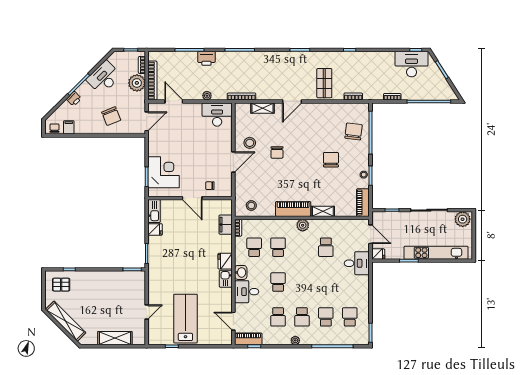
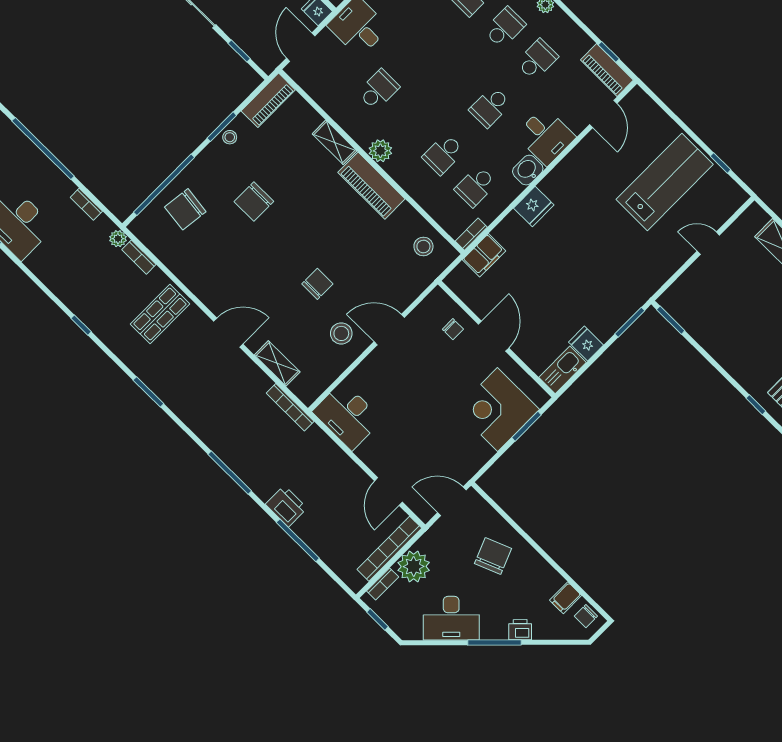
plant: (207, 96) -> (118, 239), moved
kitchen sink: (226, 279) -> (557, 182), removed
lab bench: (185, 319) -> (665, 182), turned 180

